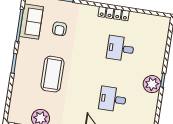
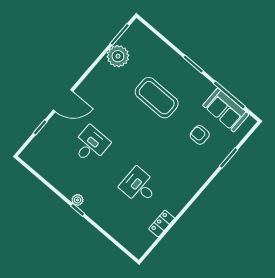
locker: (114, 14) -> (162, 224), moved, width x0.66
desk: (120, 49) -> (139, 186), turned -90
plant: (152, 84) -> (78, 200), width x0.53, depth x0.53

